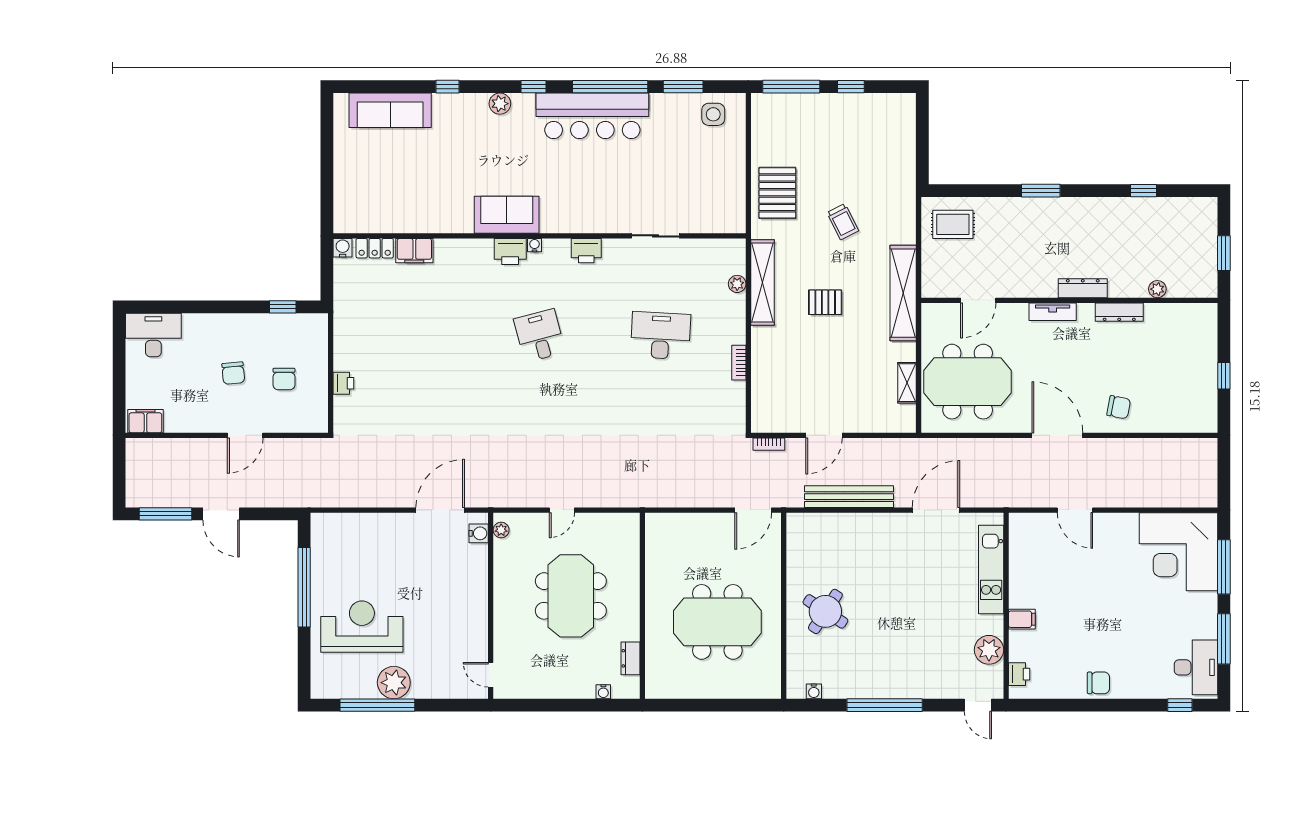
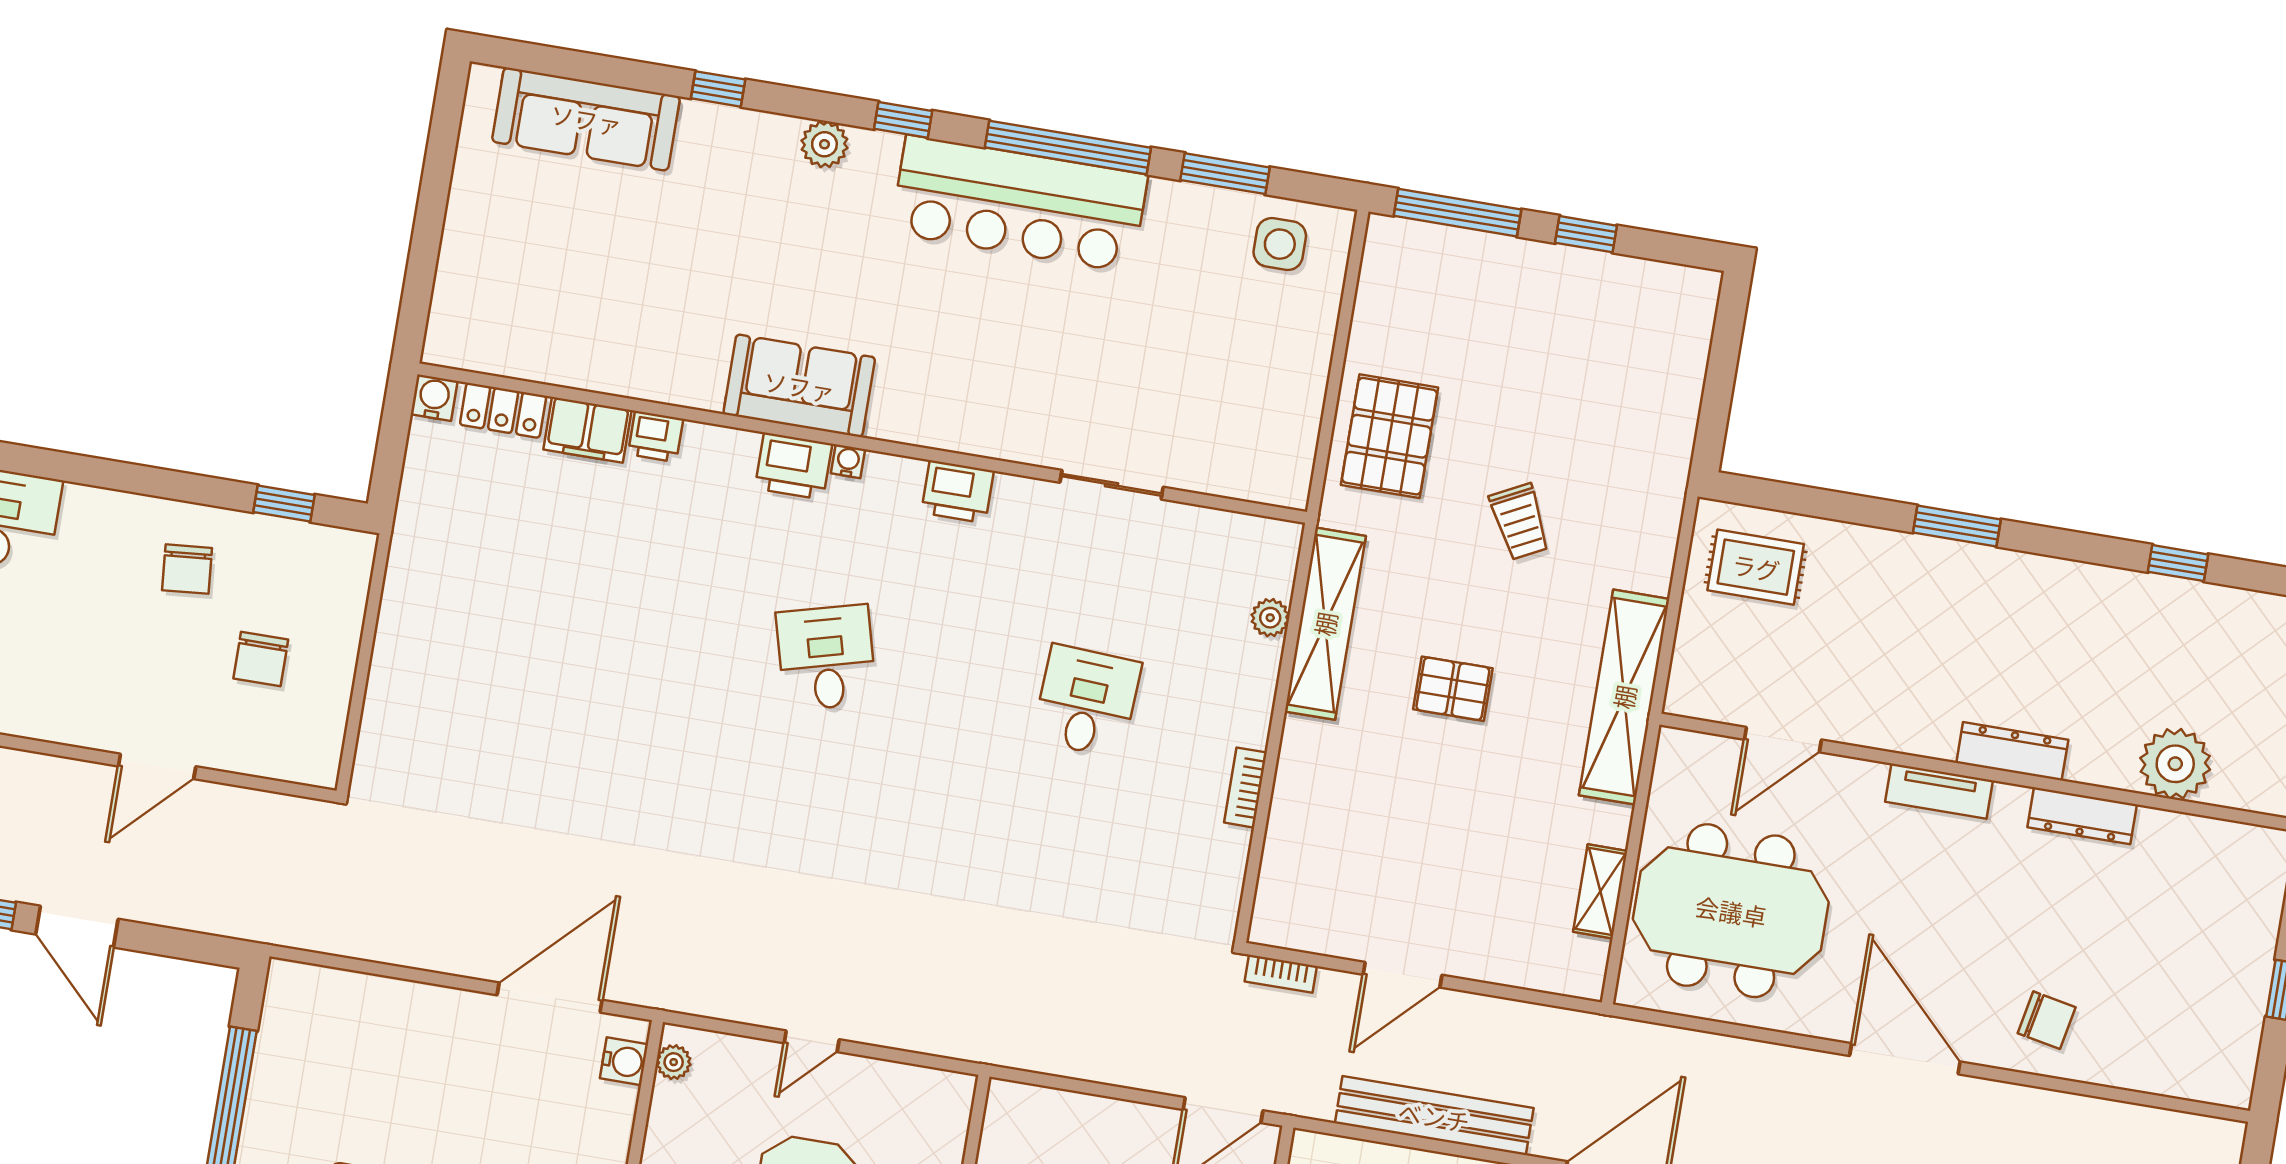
plant: (1157, 289) -> (2175, 764), width x1.87, depth x1.87
desk: (661, 336) -> (1087, 701), width x0.73
chair: (233, 373) -> (187, 569), moved
printer: (343, 383) -> (656, 437), moved, turned 90

